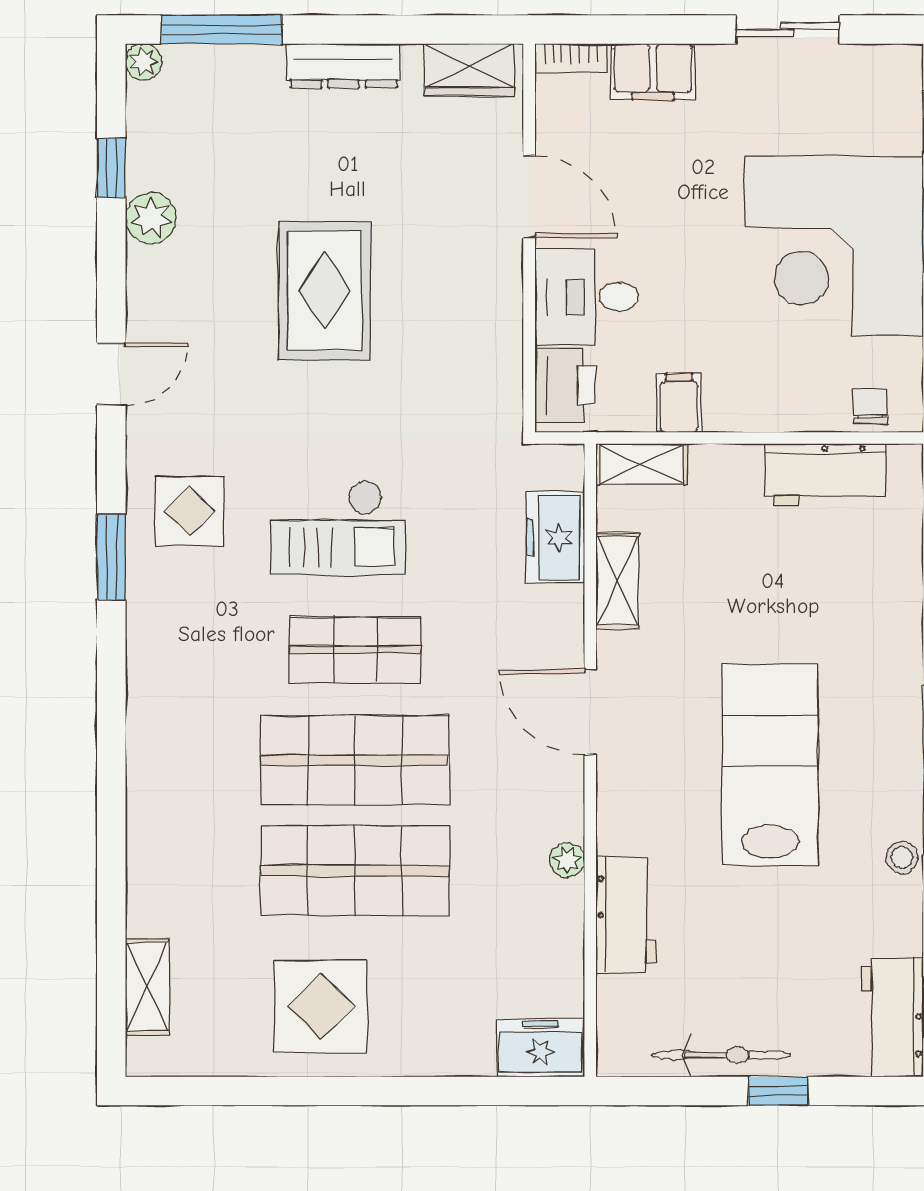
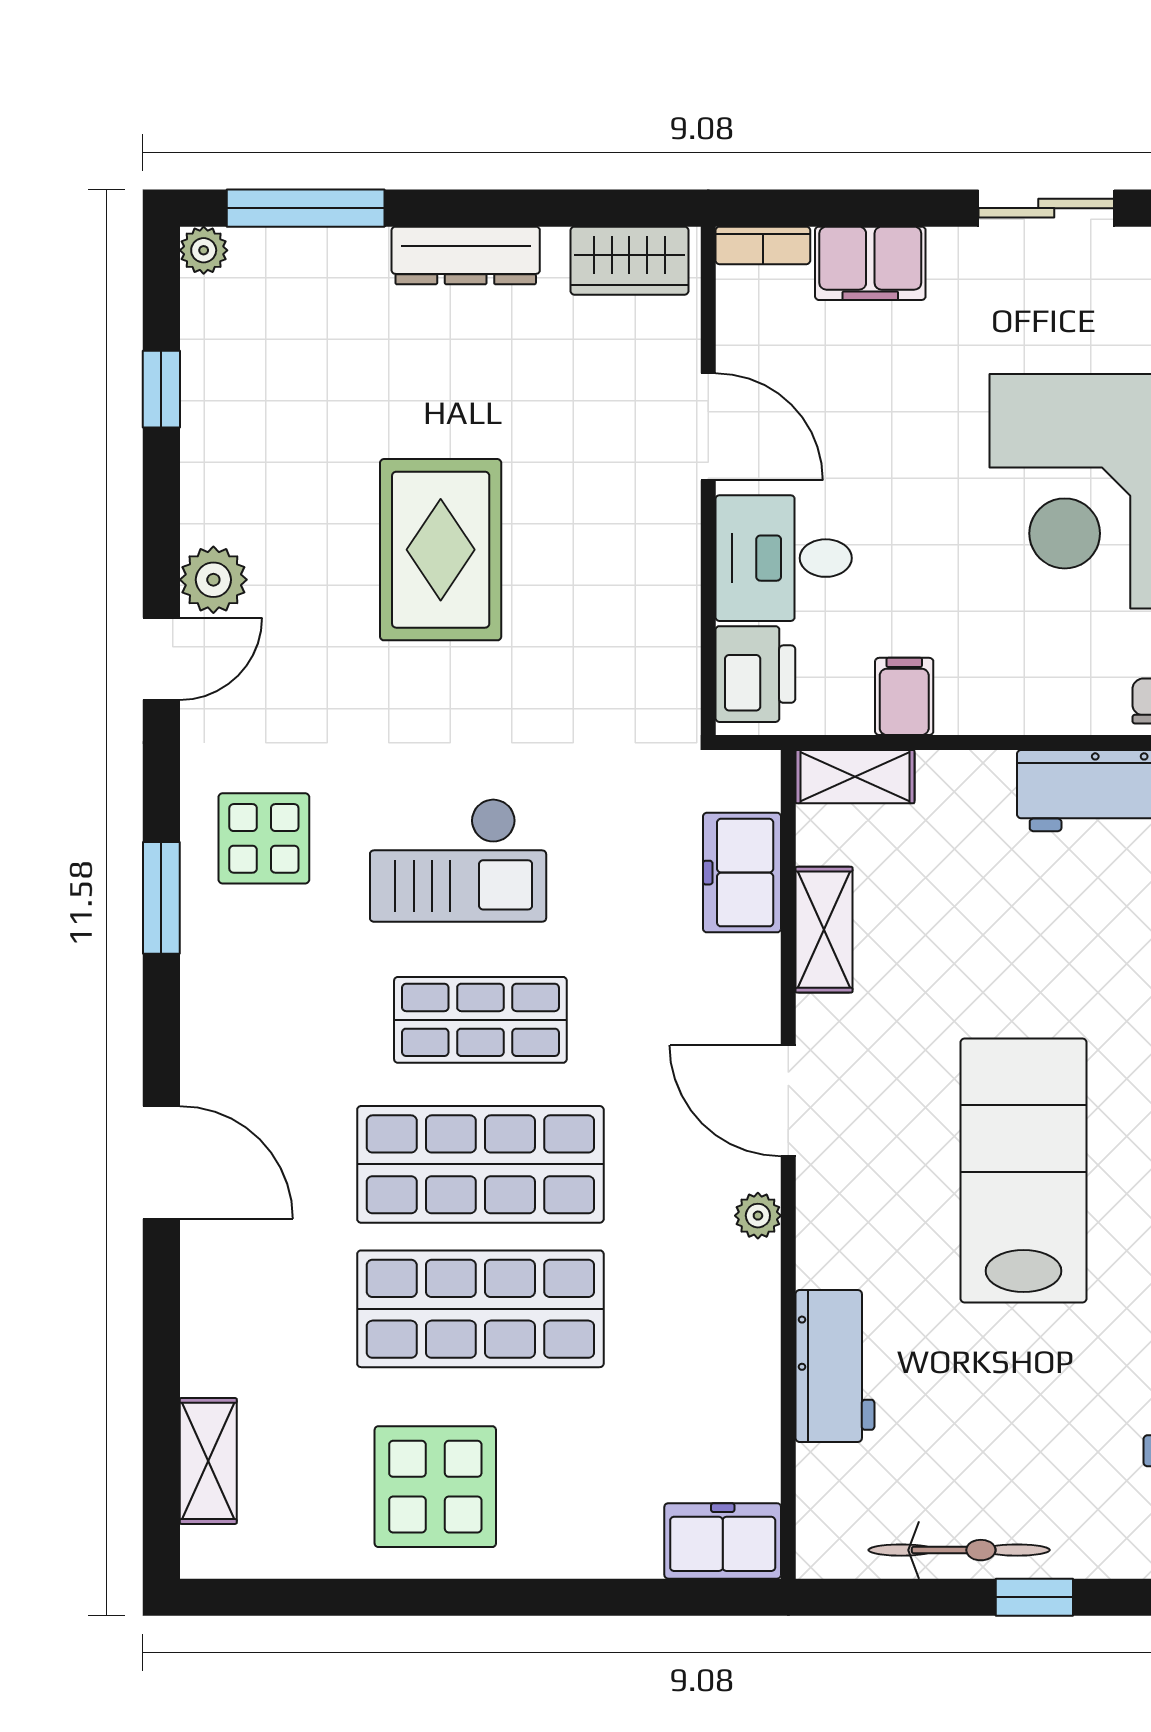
plant: (151, 218) -> (213, 580), moved
door: (111, 759) -> (161, 1162), added
plant: (567, 860) -> (758, 1216), moved

